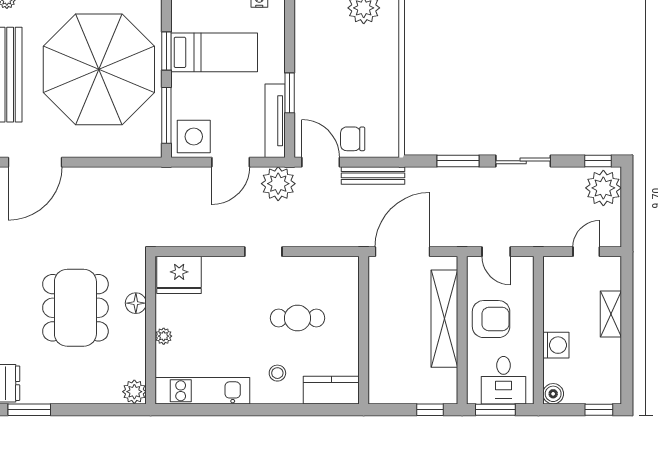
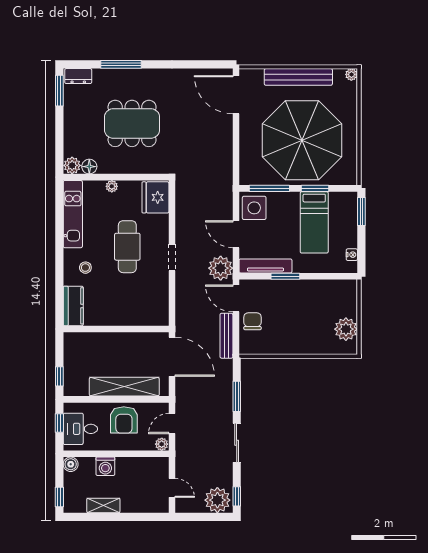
door: (321, 162) -> (236, 298), swing flipped
plant: (525, 266) -> (162, 444), added
floor lamp: (136, 303) -> (89, 167), moved
shelving: (611, 314) -> (103, 505), moved
cafe table: (298, 318) -> (127, 247), moved, width x1.37, depth x1.35
window: (495, 410) -> (59, 423), width x0.67

